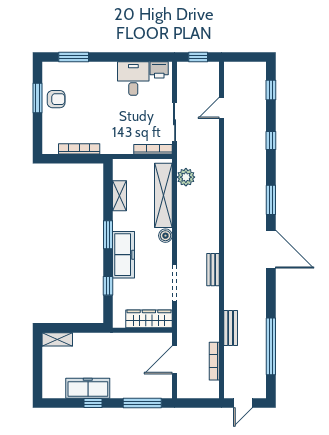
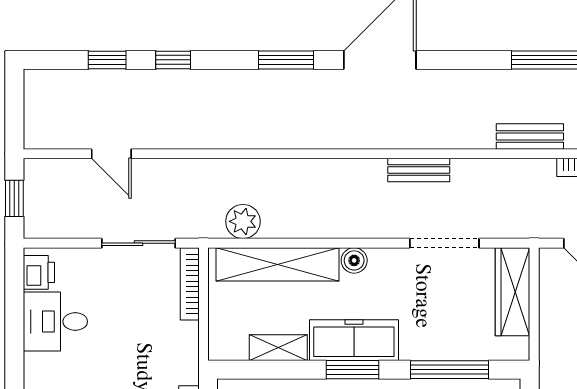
window: (271, 90) -> (107, 60), moved
freezer: (124, 255) -> (354, 340), moved
window: (108, 286) -> (450, 370), width x2.17

